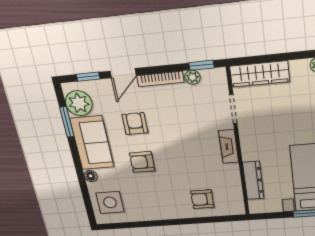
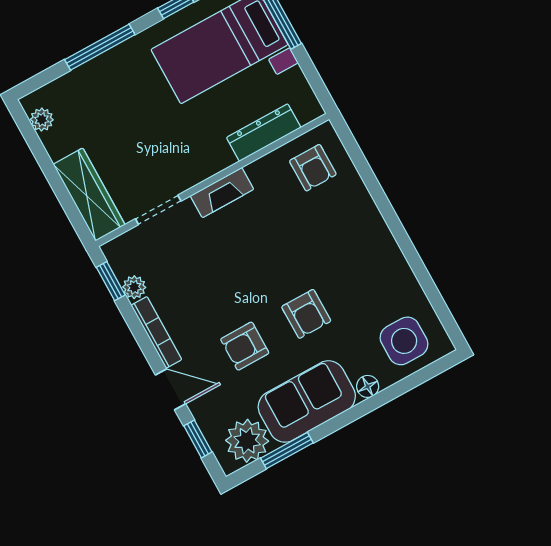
armchair: (202, 199) -> (313, 168), moved

